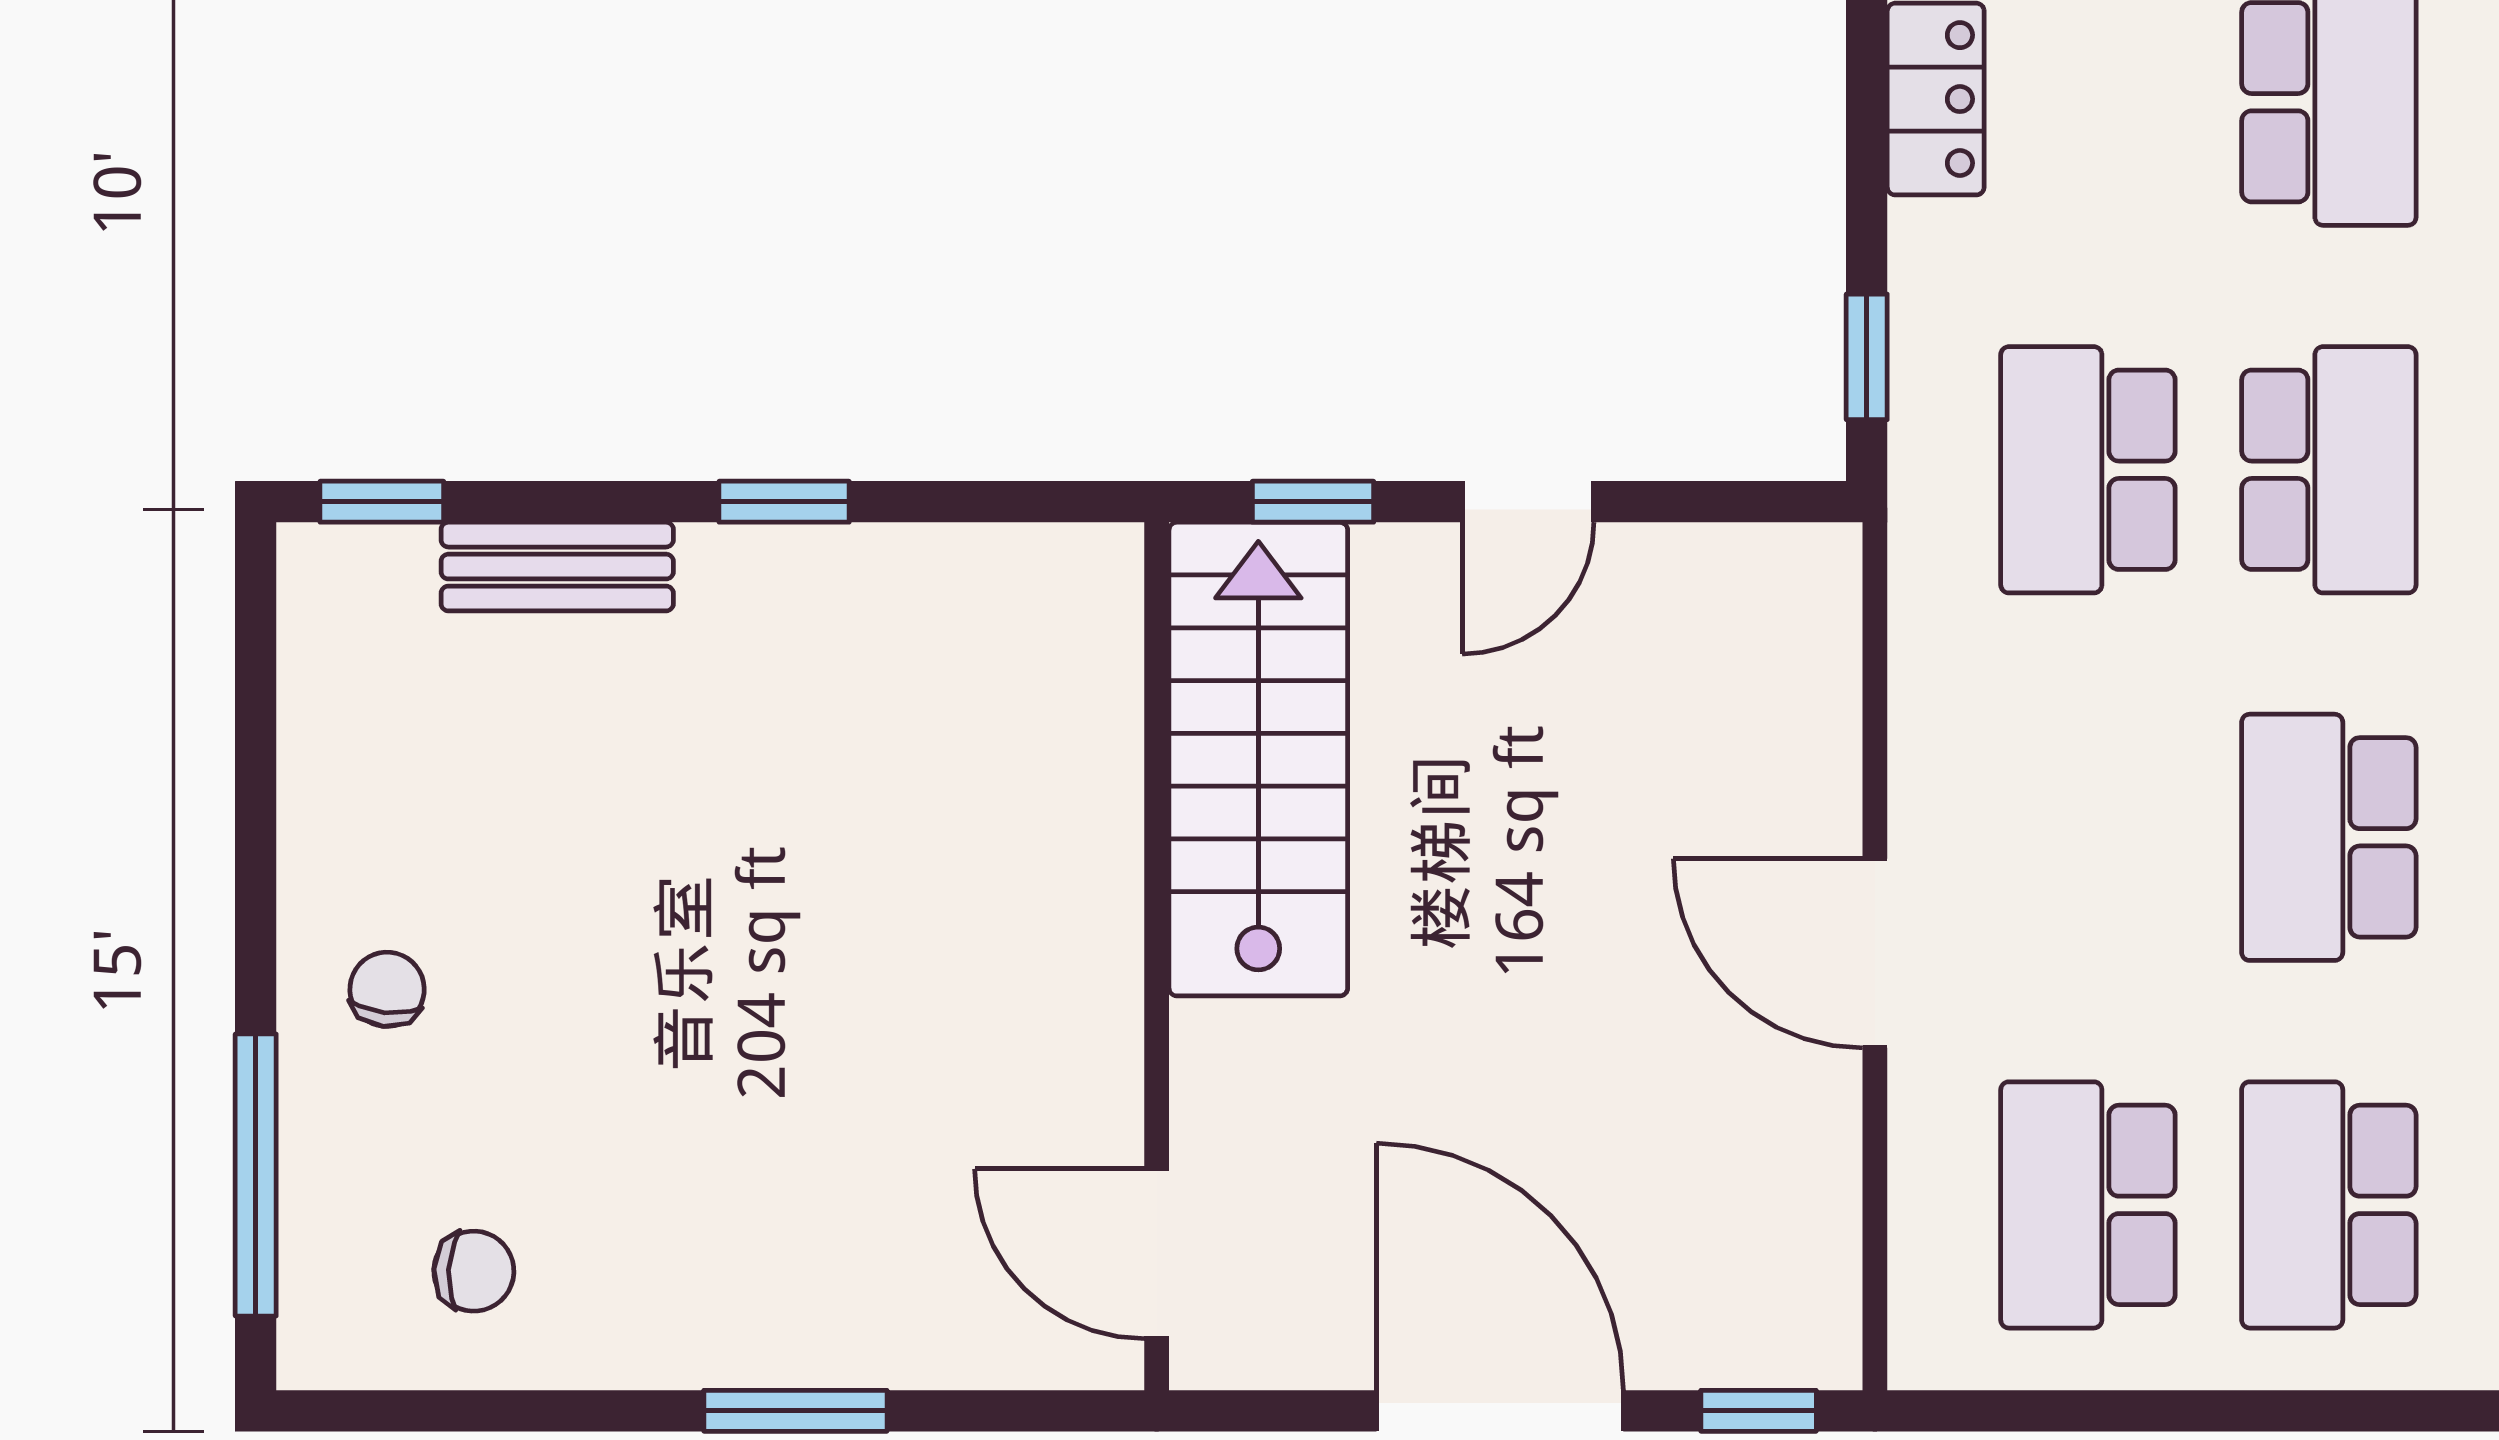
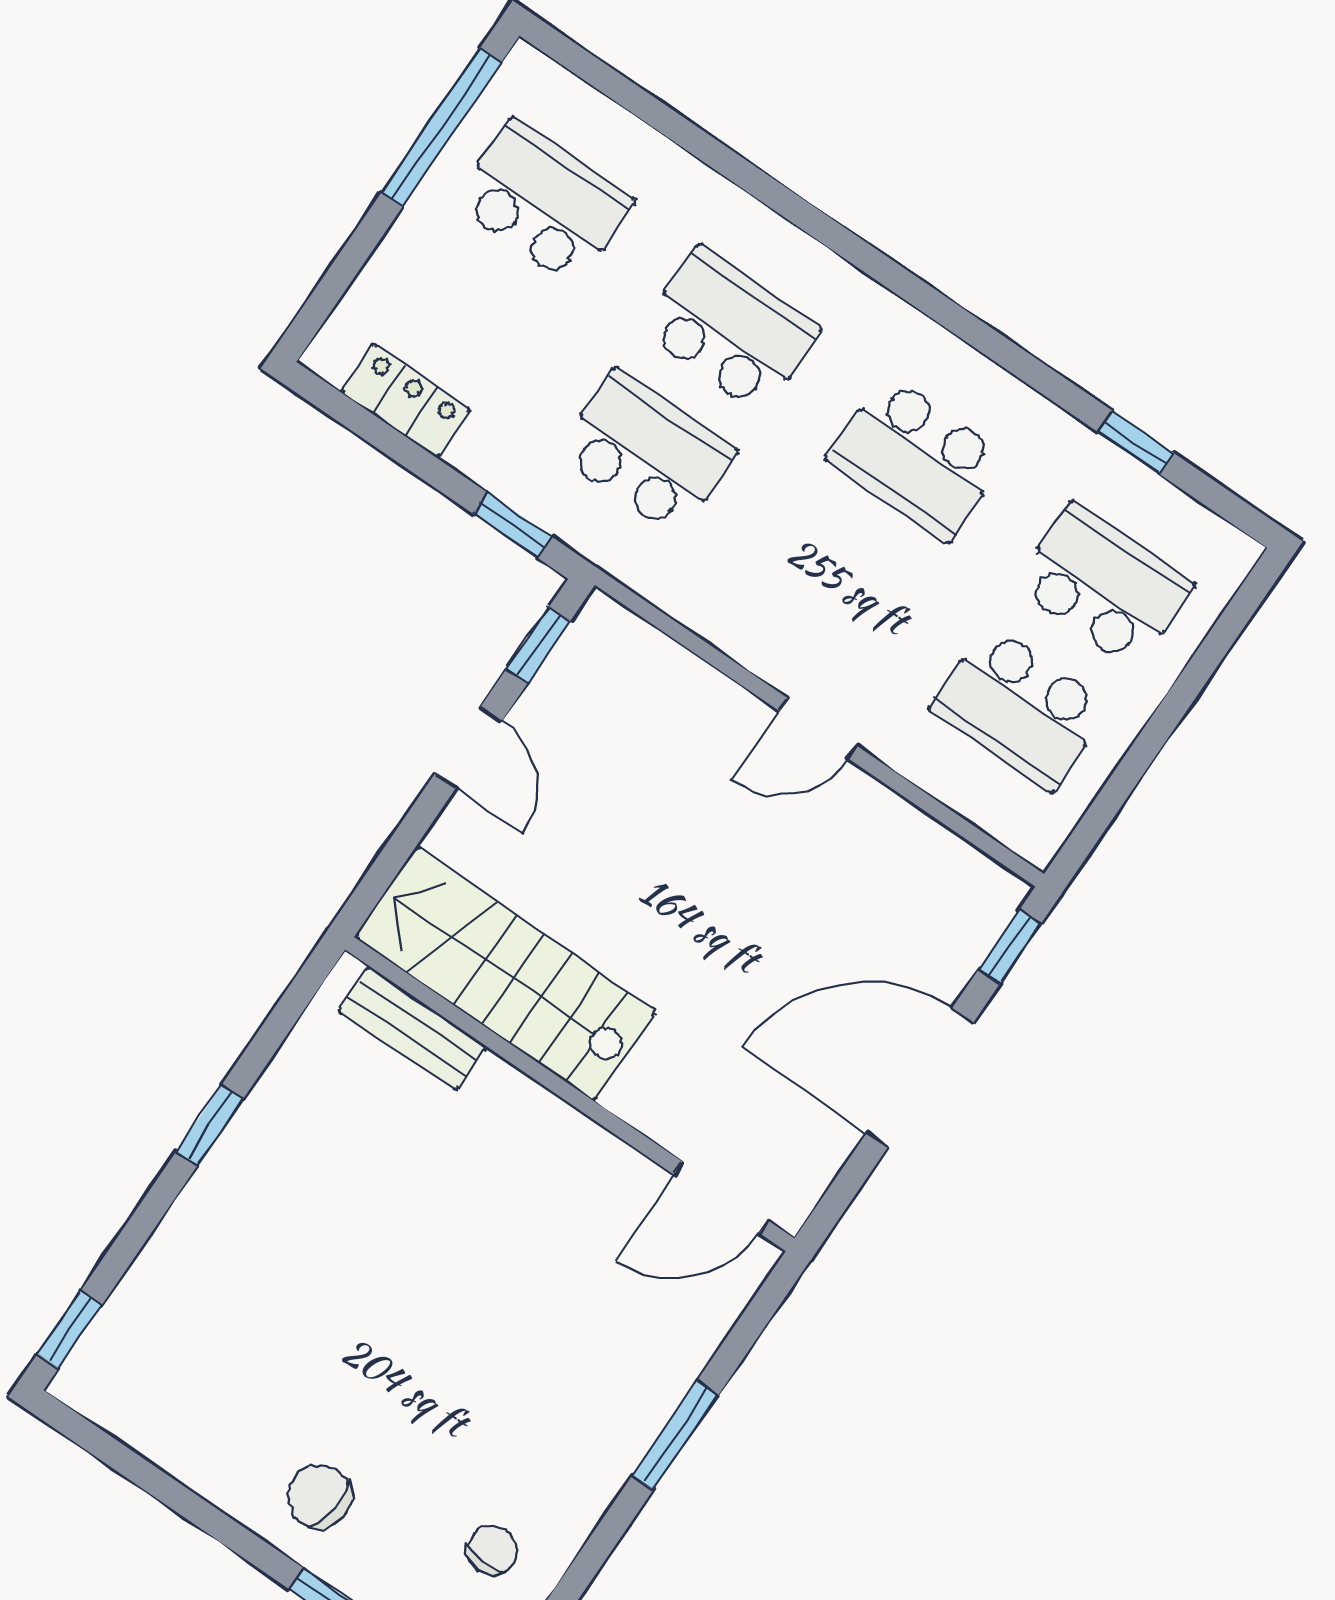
school desk: (2088, 470) -> (647, 452), turned 180
window: (1313, 502) -> (538, 645), moved
bench: (557, 567) -> (412, 1029), moved, turned 90
door: (1875, 953) -> (818, 728), width x0.73
chair: (387, 989) -> (319, 1496), width x1.37, depth x1.37
school desk: (2329, 1205) -> (1104, 585), turned 180

